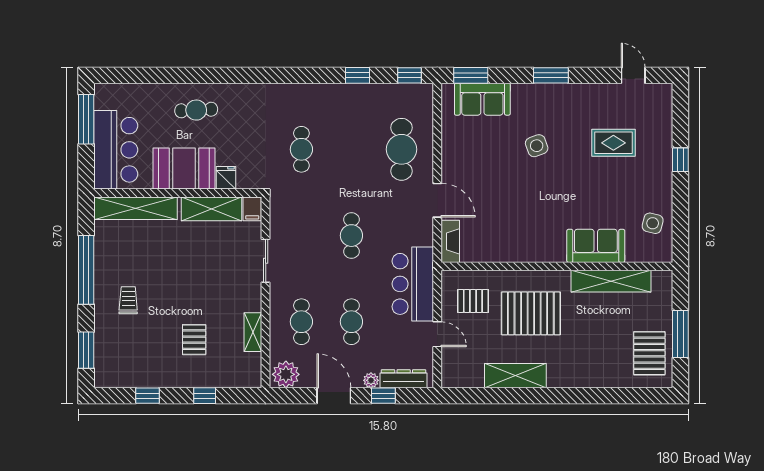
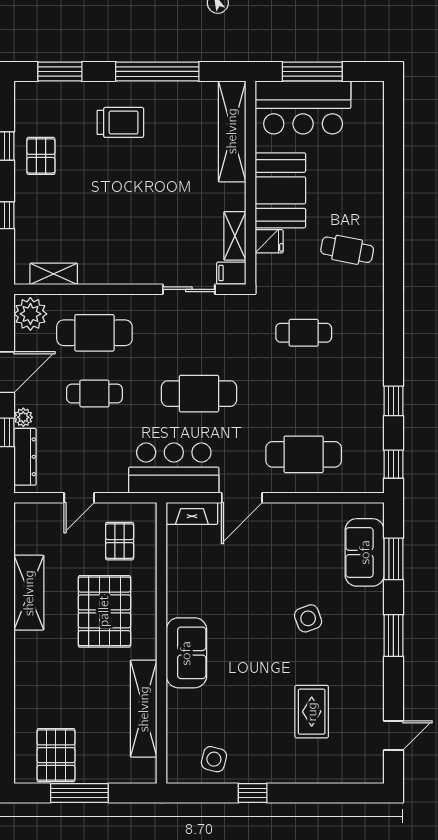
window: (471, 75) -> (393, 559), moved
cafe table: (196, 110) -> (347, 250), moved, turned -76
window: (86, 119) -> (312, 71), moved
window: (680, 160) -> (253, 793), moved
shelving: (212, 209) -> (235, 236), width x0.67, depth x0.75
cafe table: (351, 236) -> (199, 394), width x1.37, depth x1.35
sofa: (596, 246) -> (186, 653), moved
sliding door: (266, 261) -> (189, 289), moved
bar counter: (413, 284) -> (174, 468), moved
trolley: (128, 300) -> (120, 122), width x1.36, depth x1.39
cafe table: (301, 322) -> (94, 333), width x1.37, depth x1.35
shelving: (253, 332) -> (54, 274), moved
pallet: (194, 340) -> (41, 156), moved, turned 90
pallet: (649, 353) -> (56, 755), turned 90

